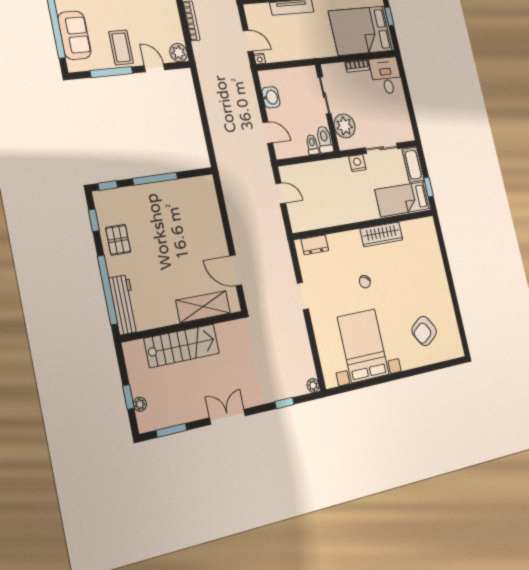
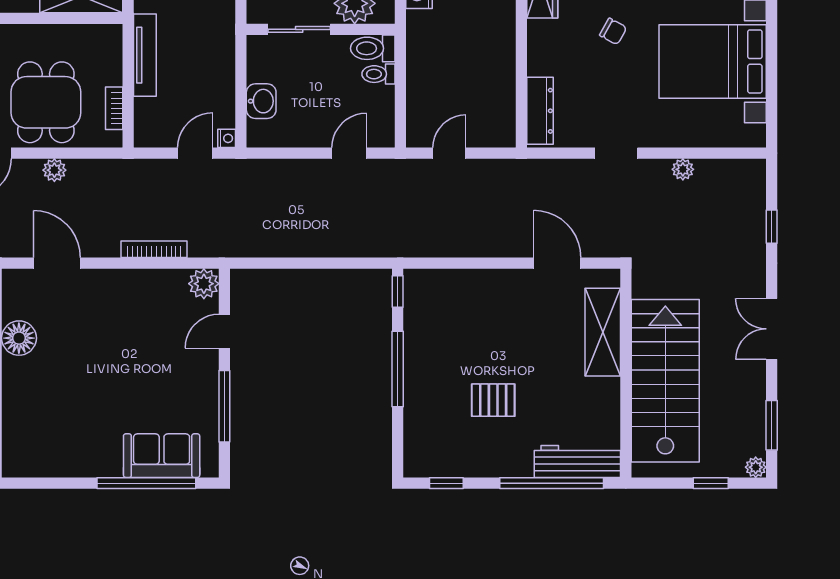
coffee table: (121, 47) -> (187, 382), removed
washbasin: (271, 97) -> (261, 101), moved, turned 90
window: (108, 185) -> (398, 292), moved
pallet: (118, 240) -> (493, 400), moved
dresser: (315, 245) -> (540, 111), width x1.44
door: (236, 270) -> (557, 263), swing flipped
stairs: (182, 346) -> (665, 381), width x1.36, depth x1.51
plant: (313, 385) -> (683, 169), moved
plant: (140, 404) -> (756, 467), moved

